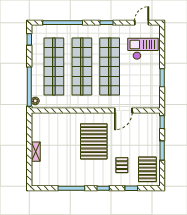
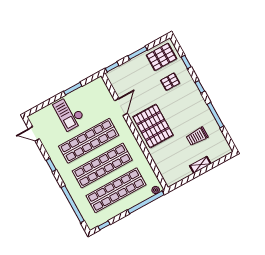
checkout: (143, 49) -> (69, 113), moved
door: (123, 111) -> (121, 107), hinge flipped
pallet: (94, 141) -> (153, 126), moved, turned 90
trolley: (62, 162) -> (197, 136), added

